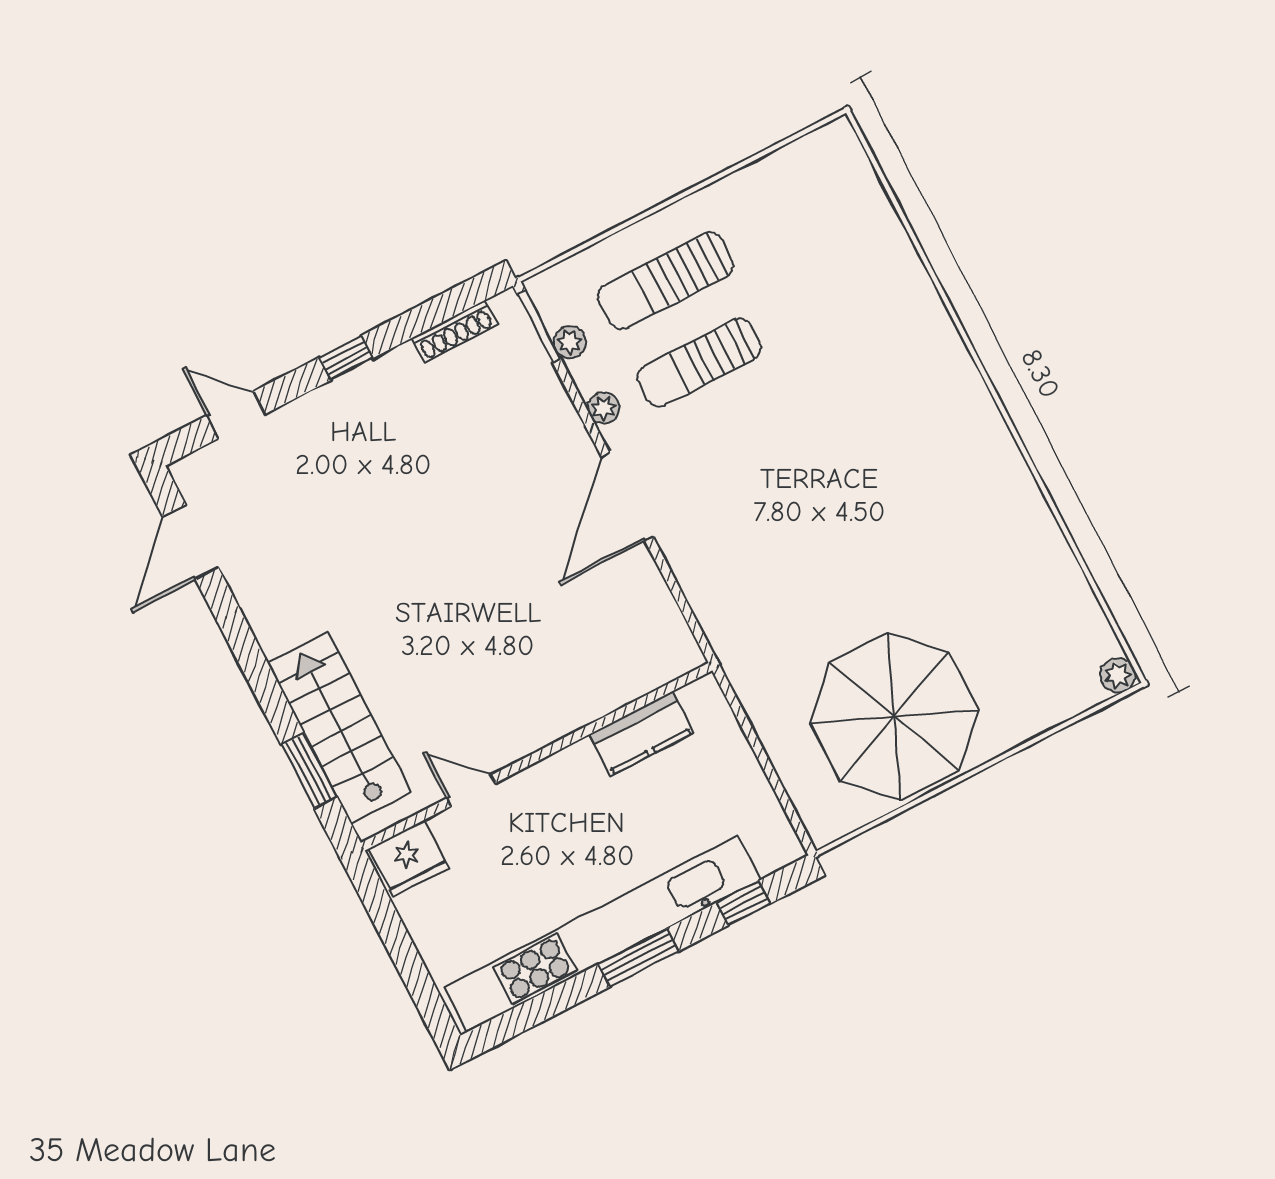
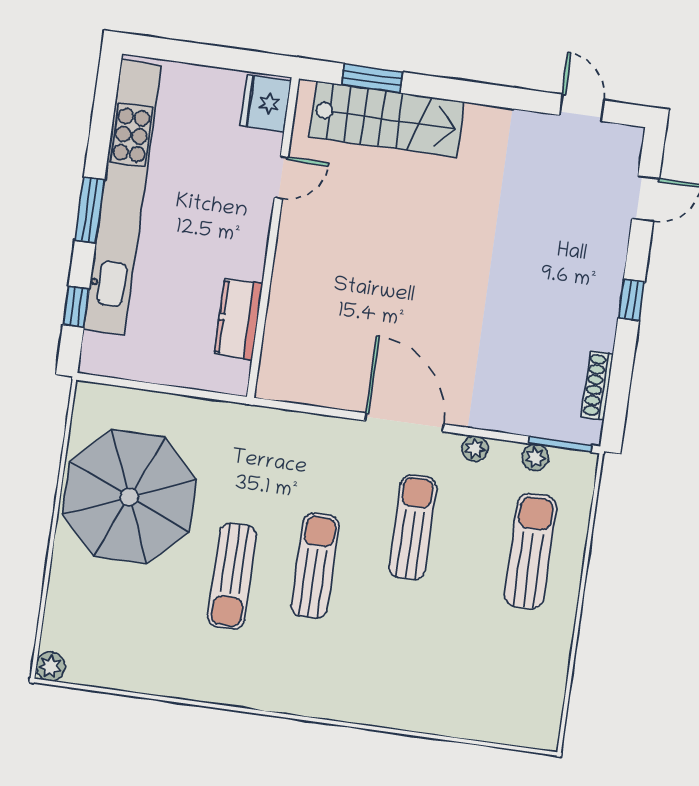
sun lounger: (699, 363) -> (413, 527), moved
sun lounger: (832, 484) -> (315, 566), added
door: (191, 542) -> (582, 108), width x0.73
sun lounger: (901, 559) -> (232, 576), added

